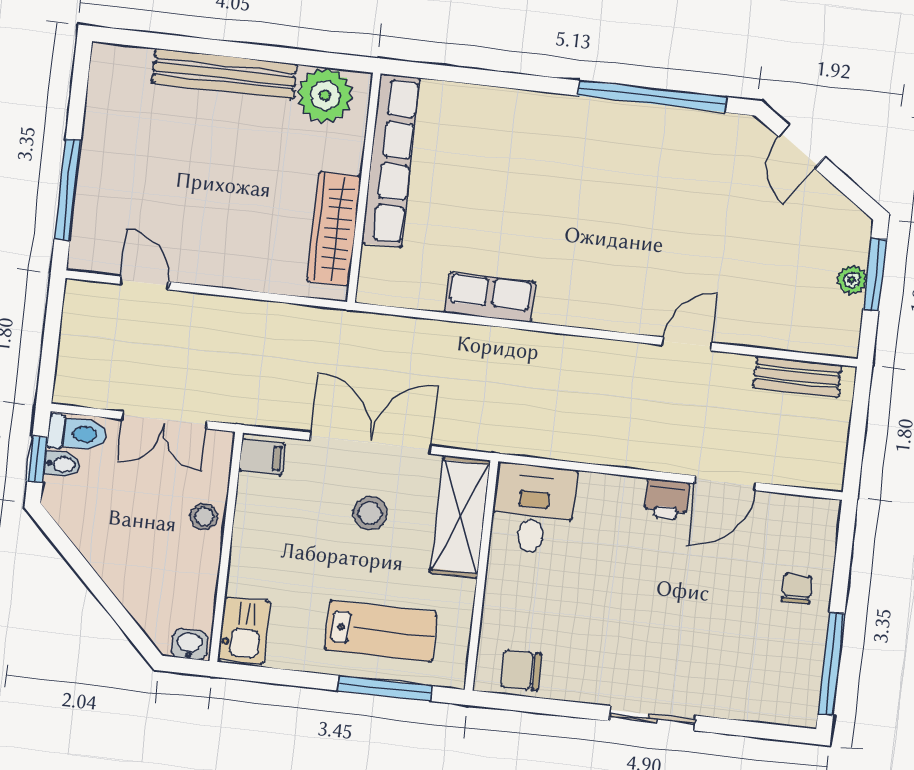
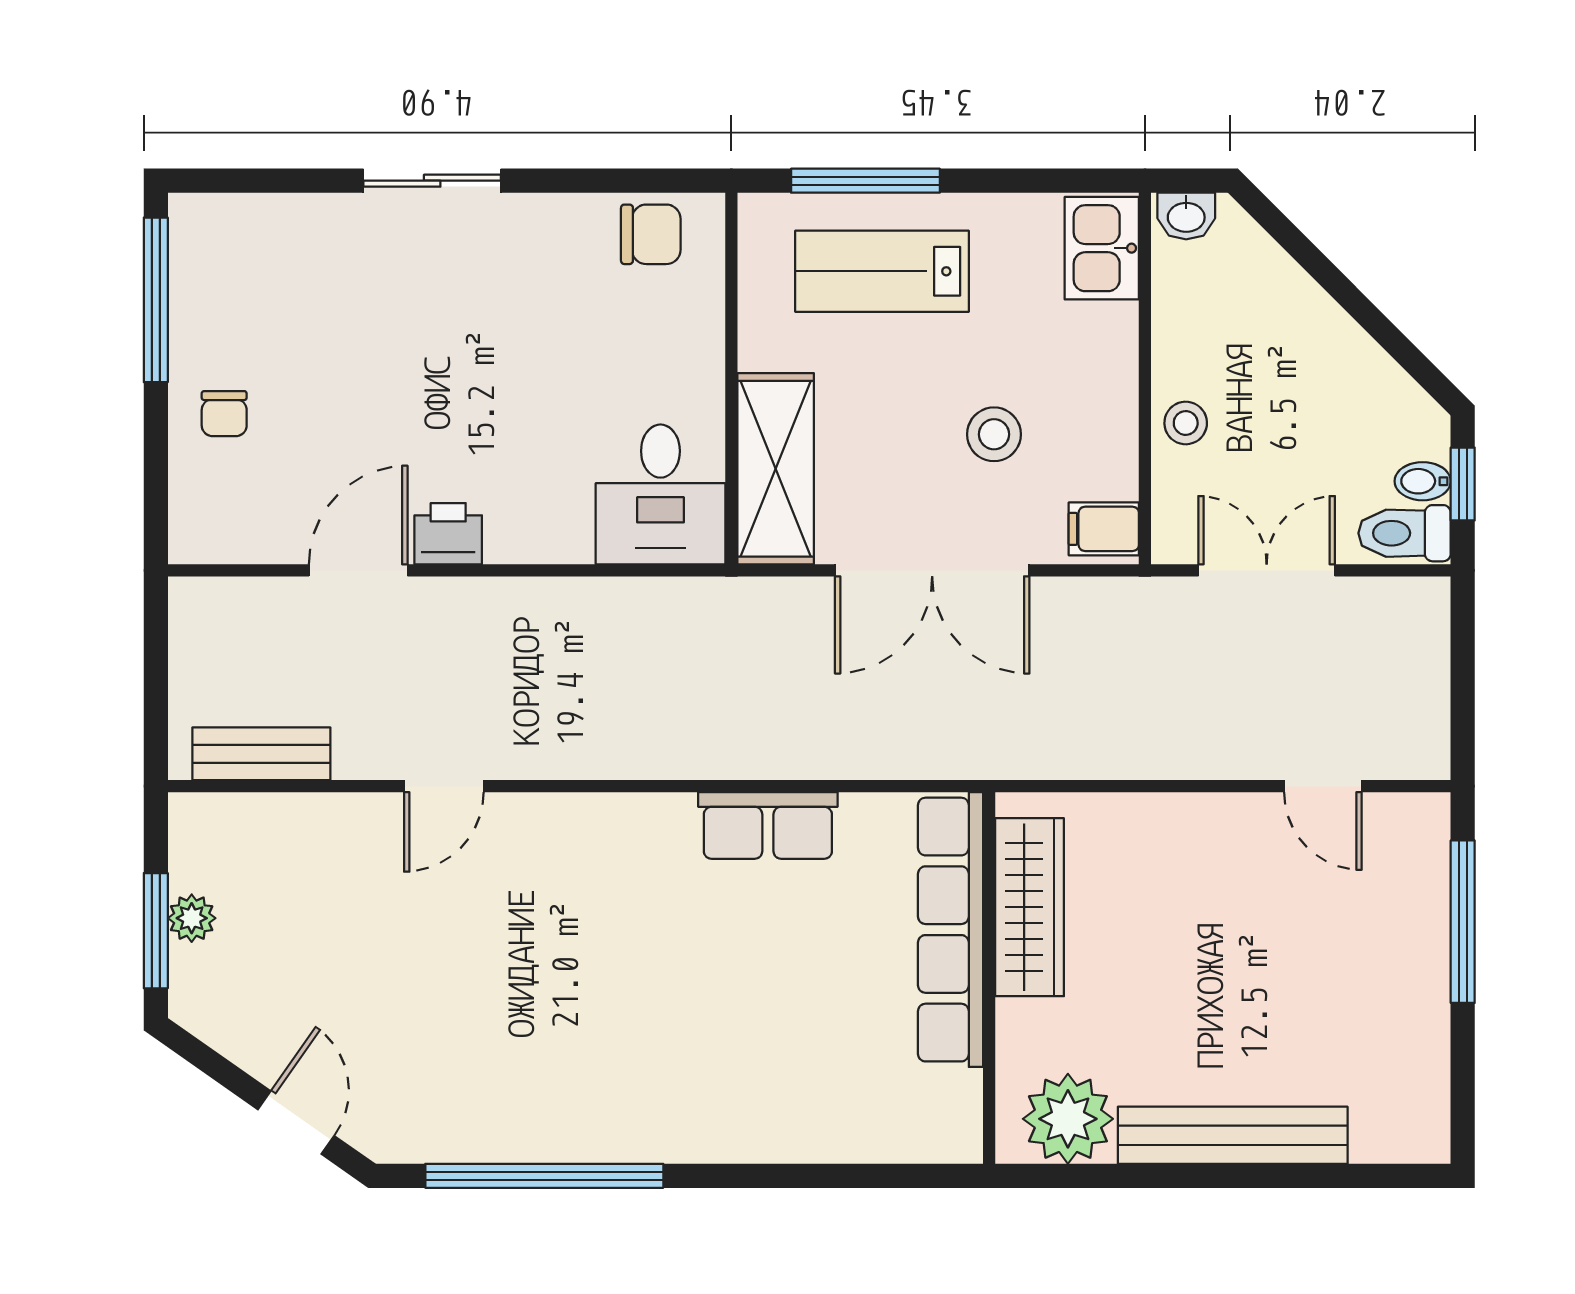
row of seats: (391, 160) -> (951, 930), moved
stool: (370, 513) -> (994, 434), moved

